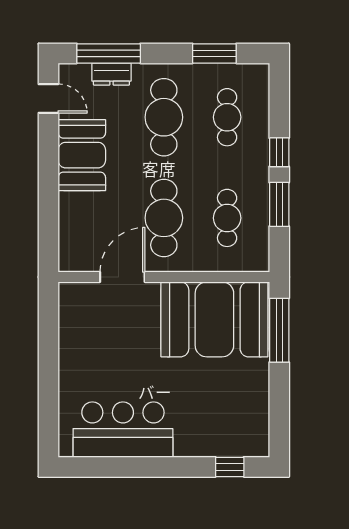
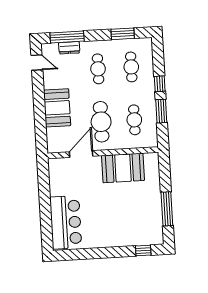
cafe table: (164, 117) -> (98, 69), width x0.73, depth x0.74
booth: (82, 155) -> (57, 108), moved
booth: (214, 319) -> (123, 168), width x0.73, depth x0.70
window: (279, 330) -> (167, 209), moved
bar counter: (123, 430) -> (66, 222), moved, turned 90

